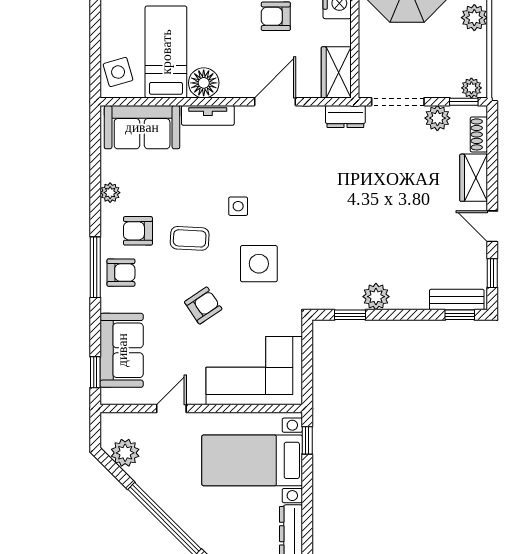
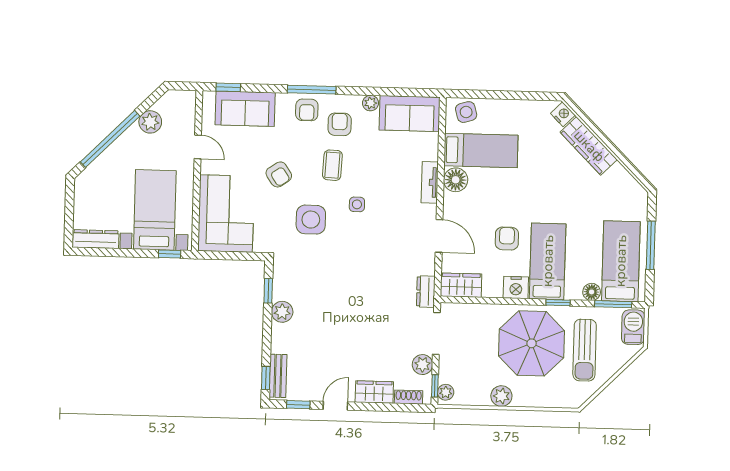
sofa: (142, 127) -> (410, 114), moved, turned -90
plant: (125, 453) -> (150, 122), moved

